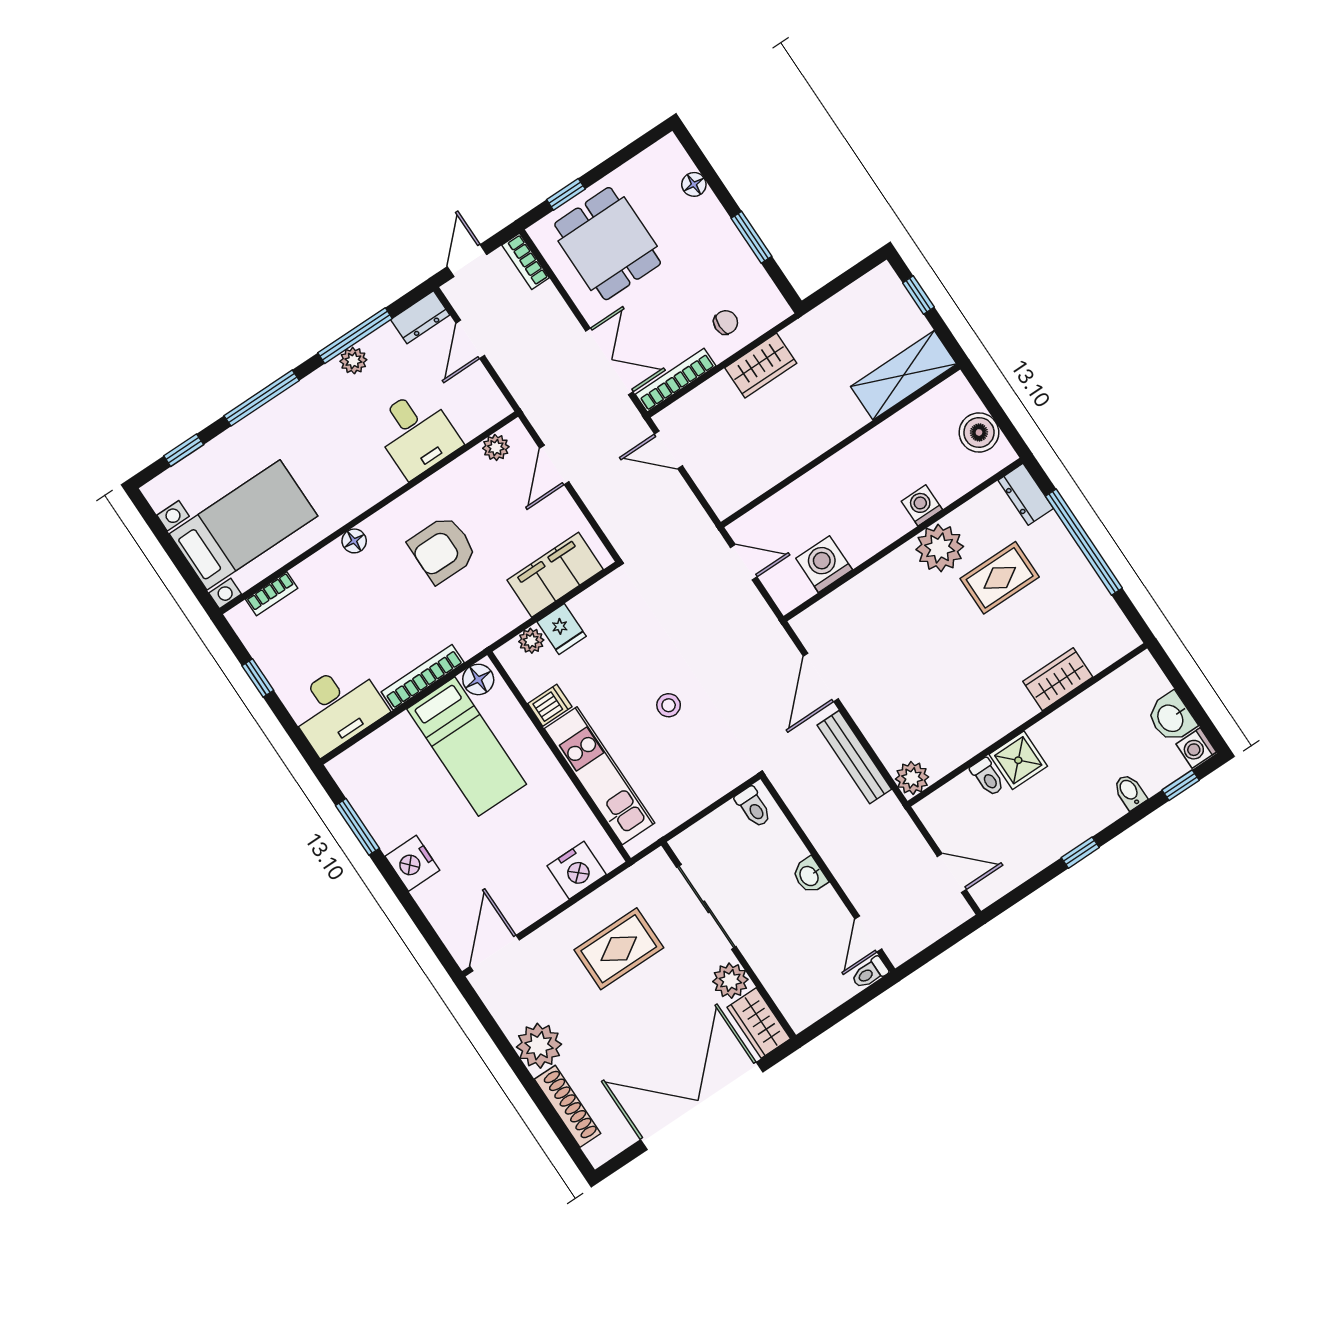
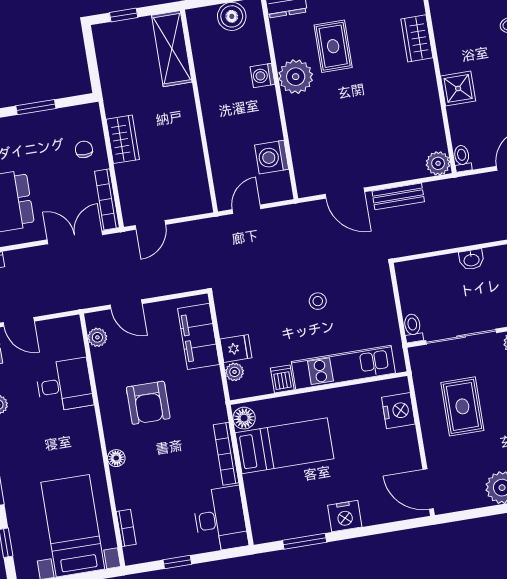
bench: (854, 757) -> (398, 196), width x0.73
toilet: (988, 777) -> (462, 158), moved, turned -90
toilet: (753, 807) -> (413, 328), moved, turned -90

